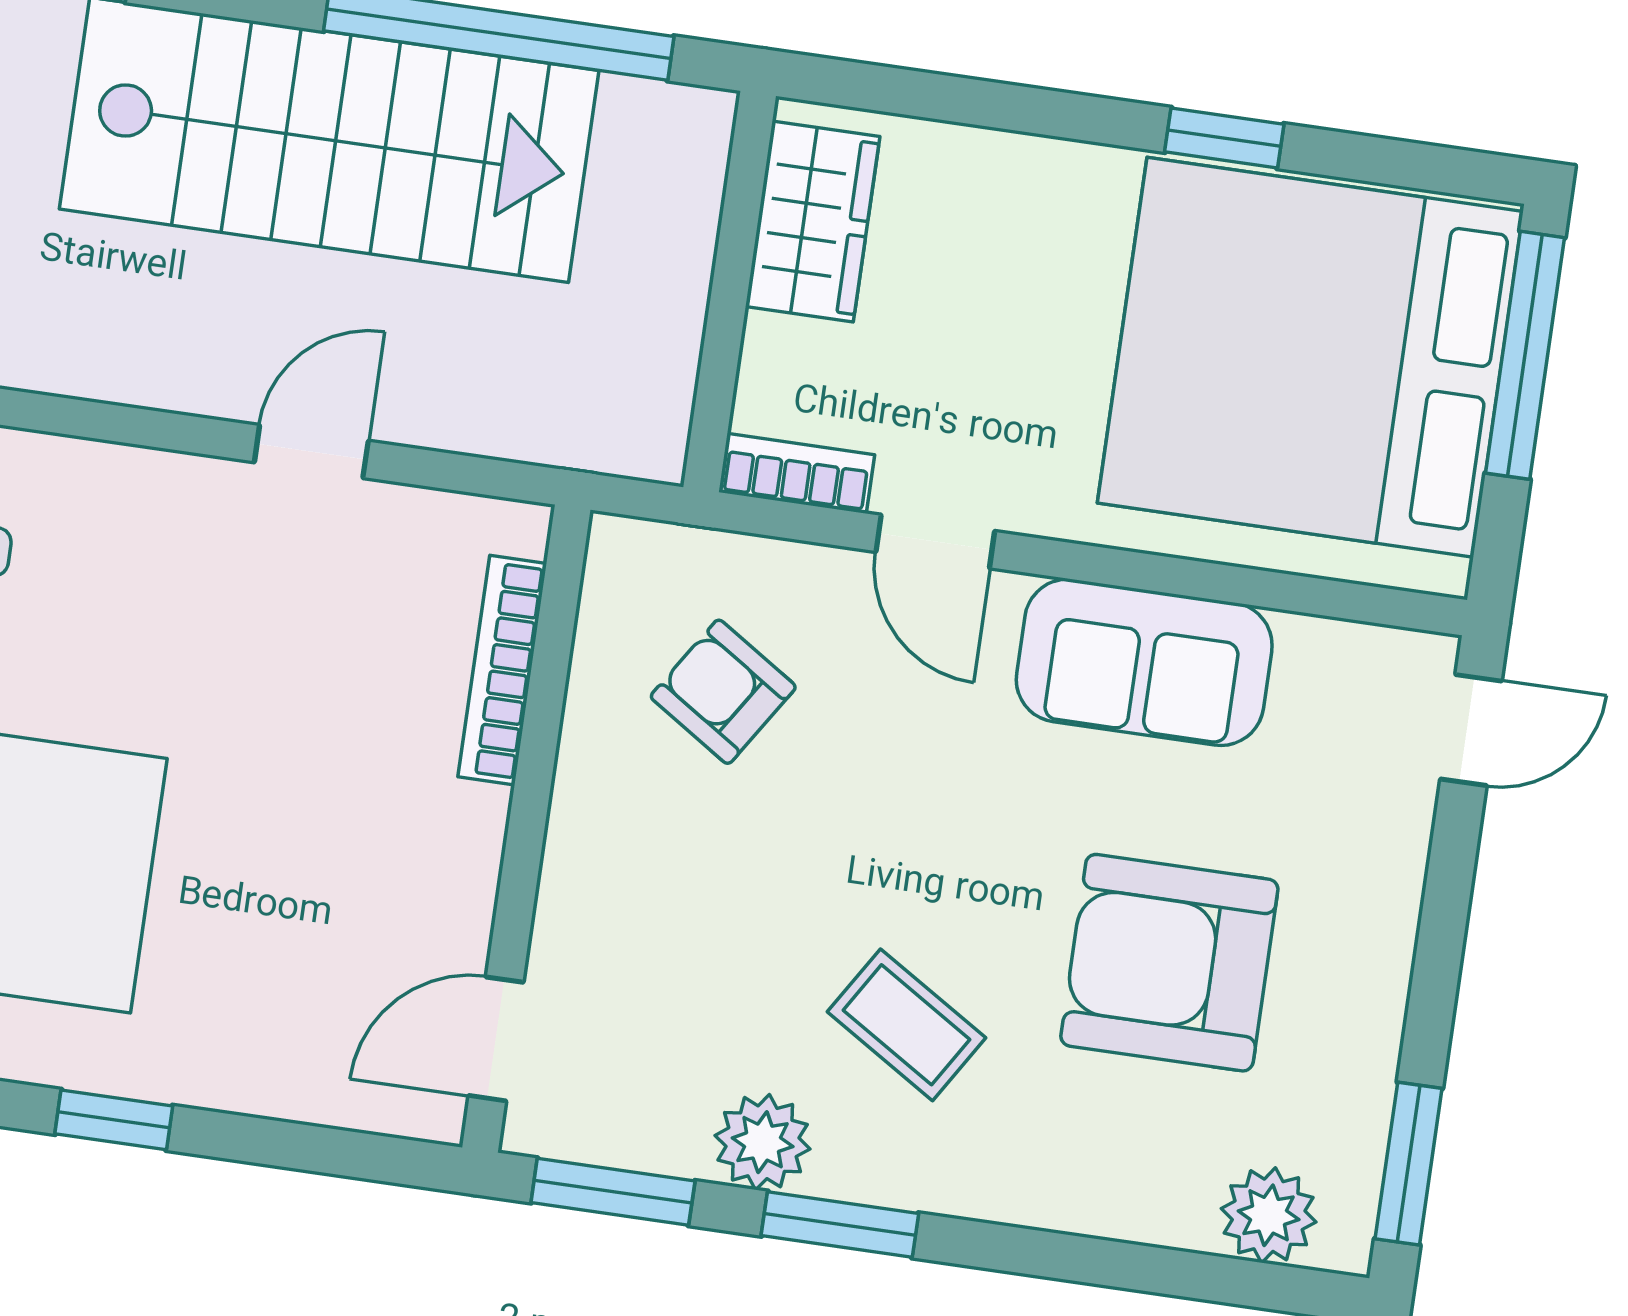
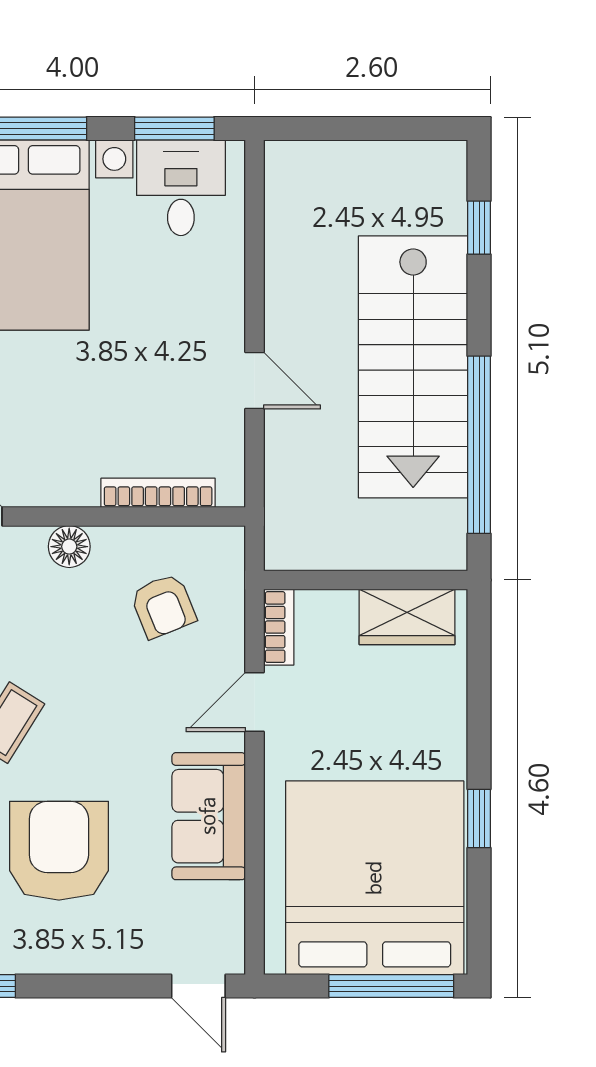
armchair: (723, 692) -> (163, 606), turned 125
floor lamp: (582, 858) -> (69, 547), added

